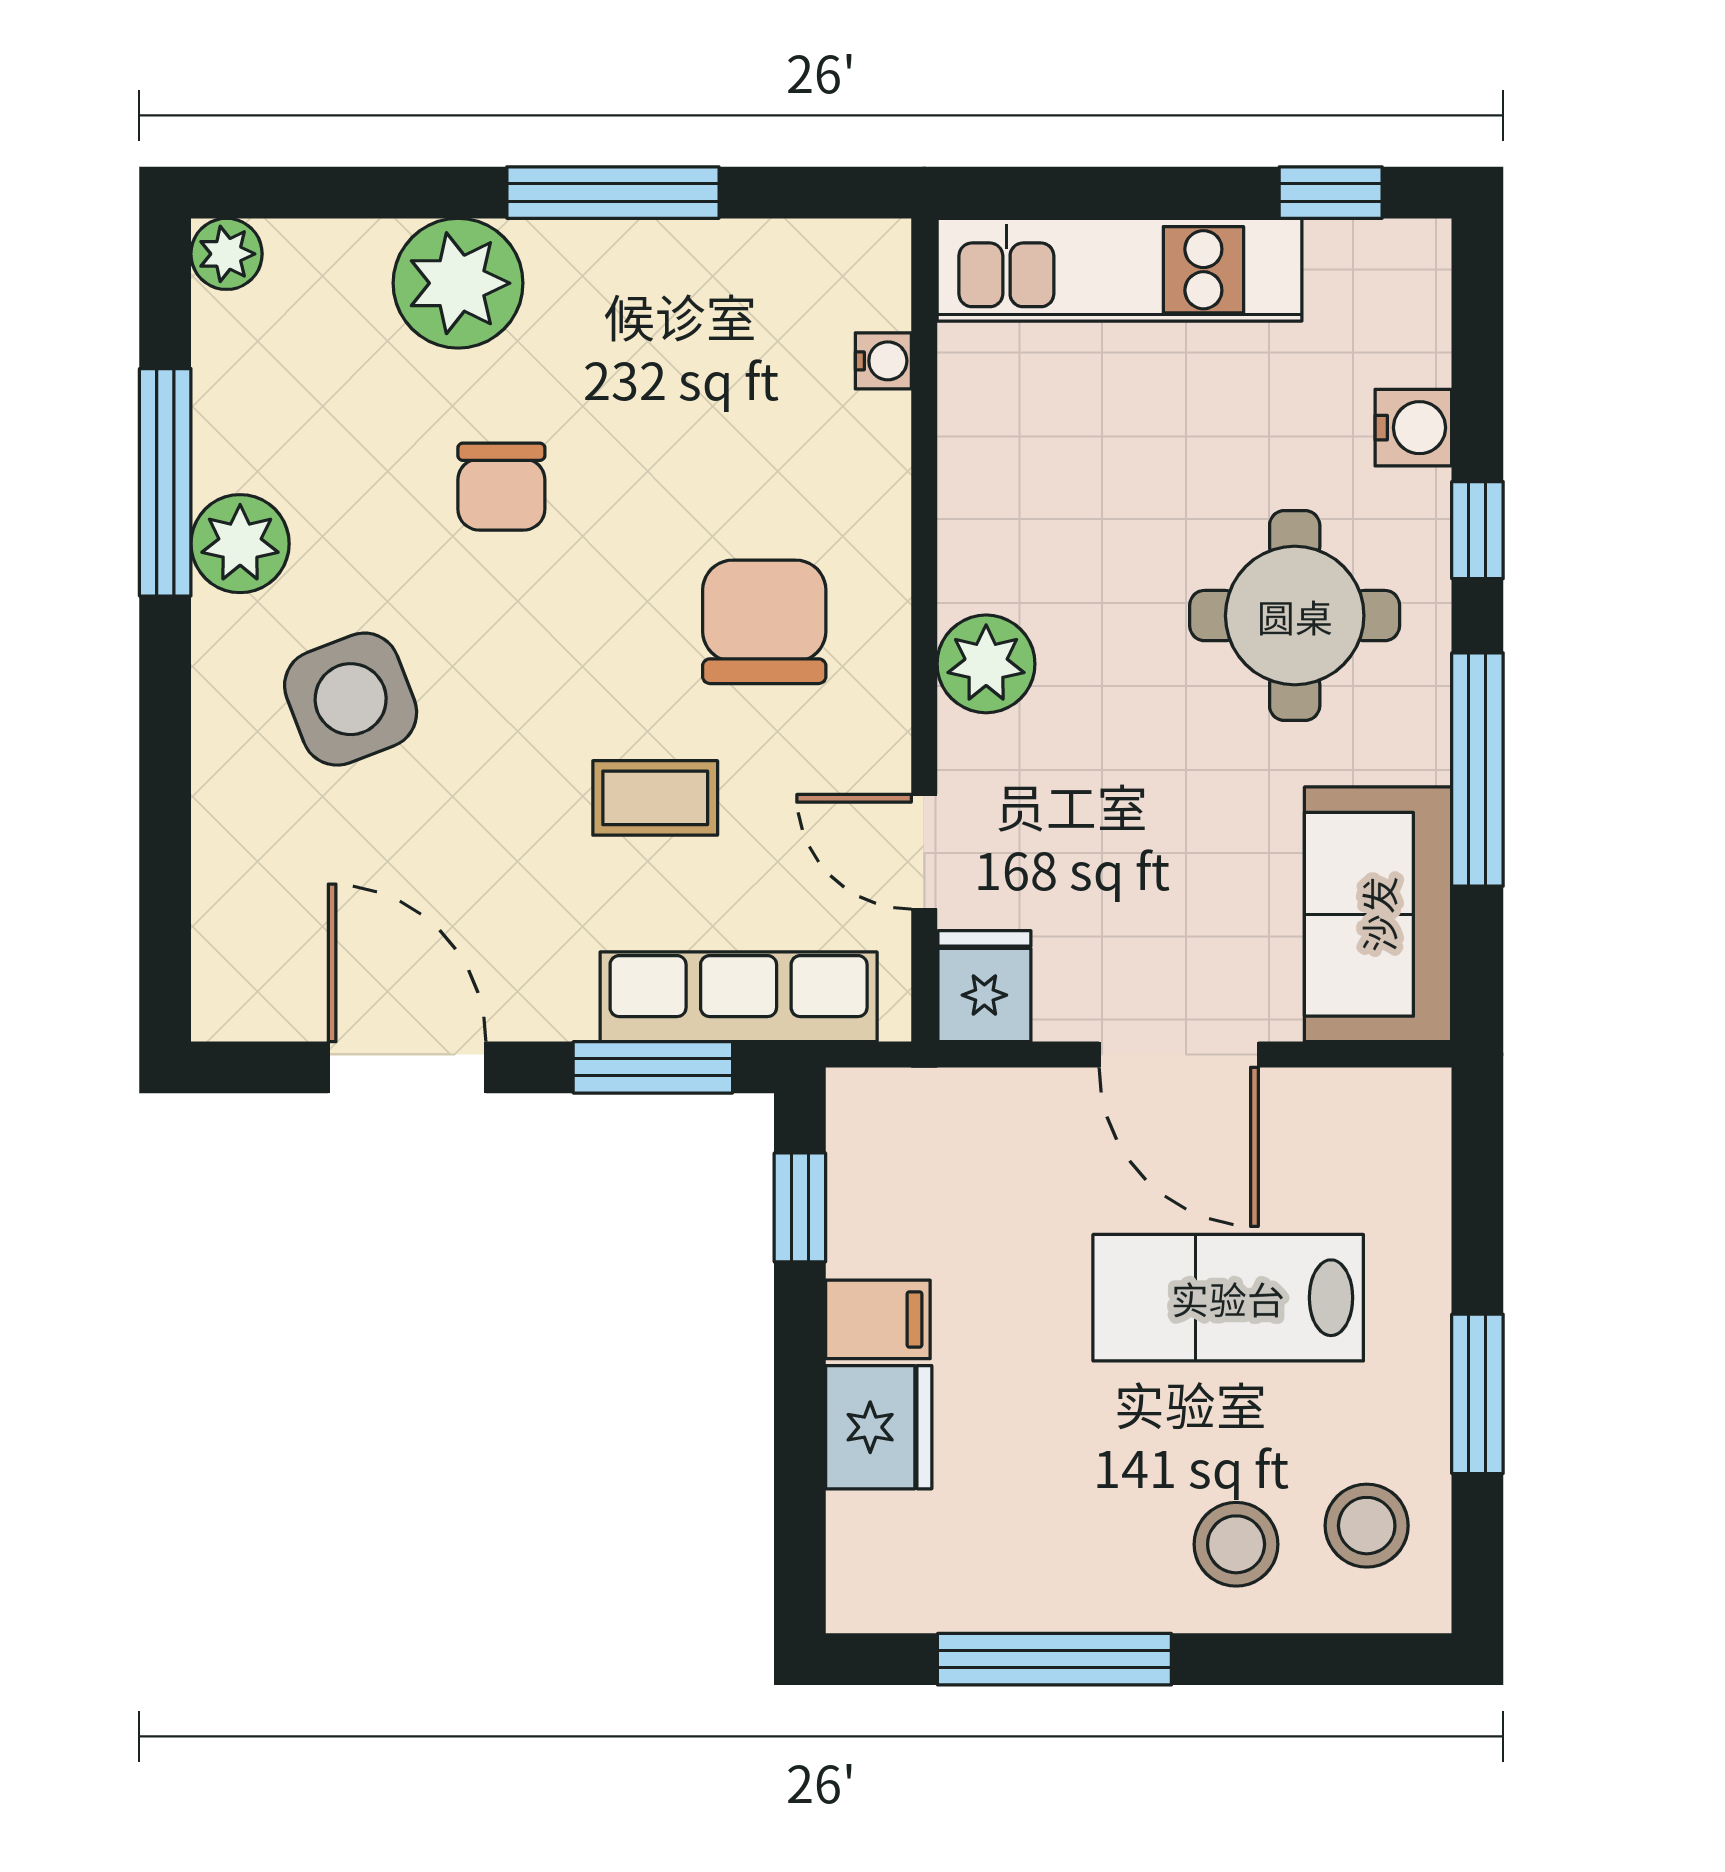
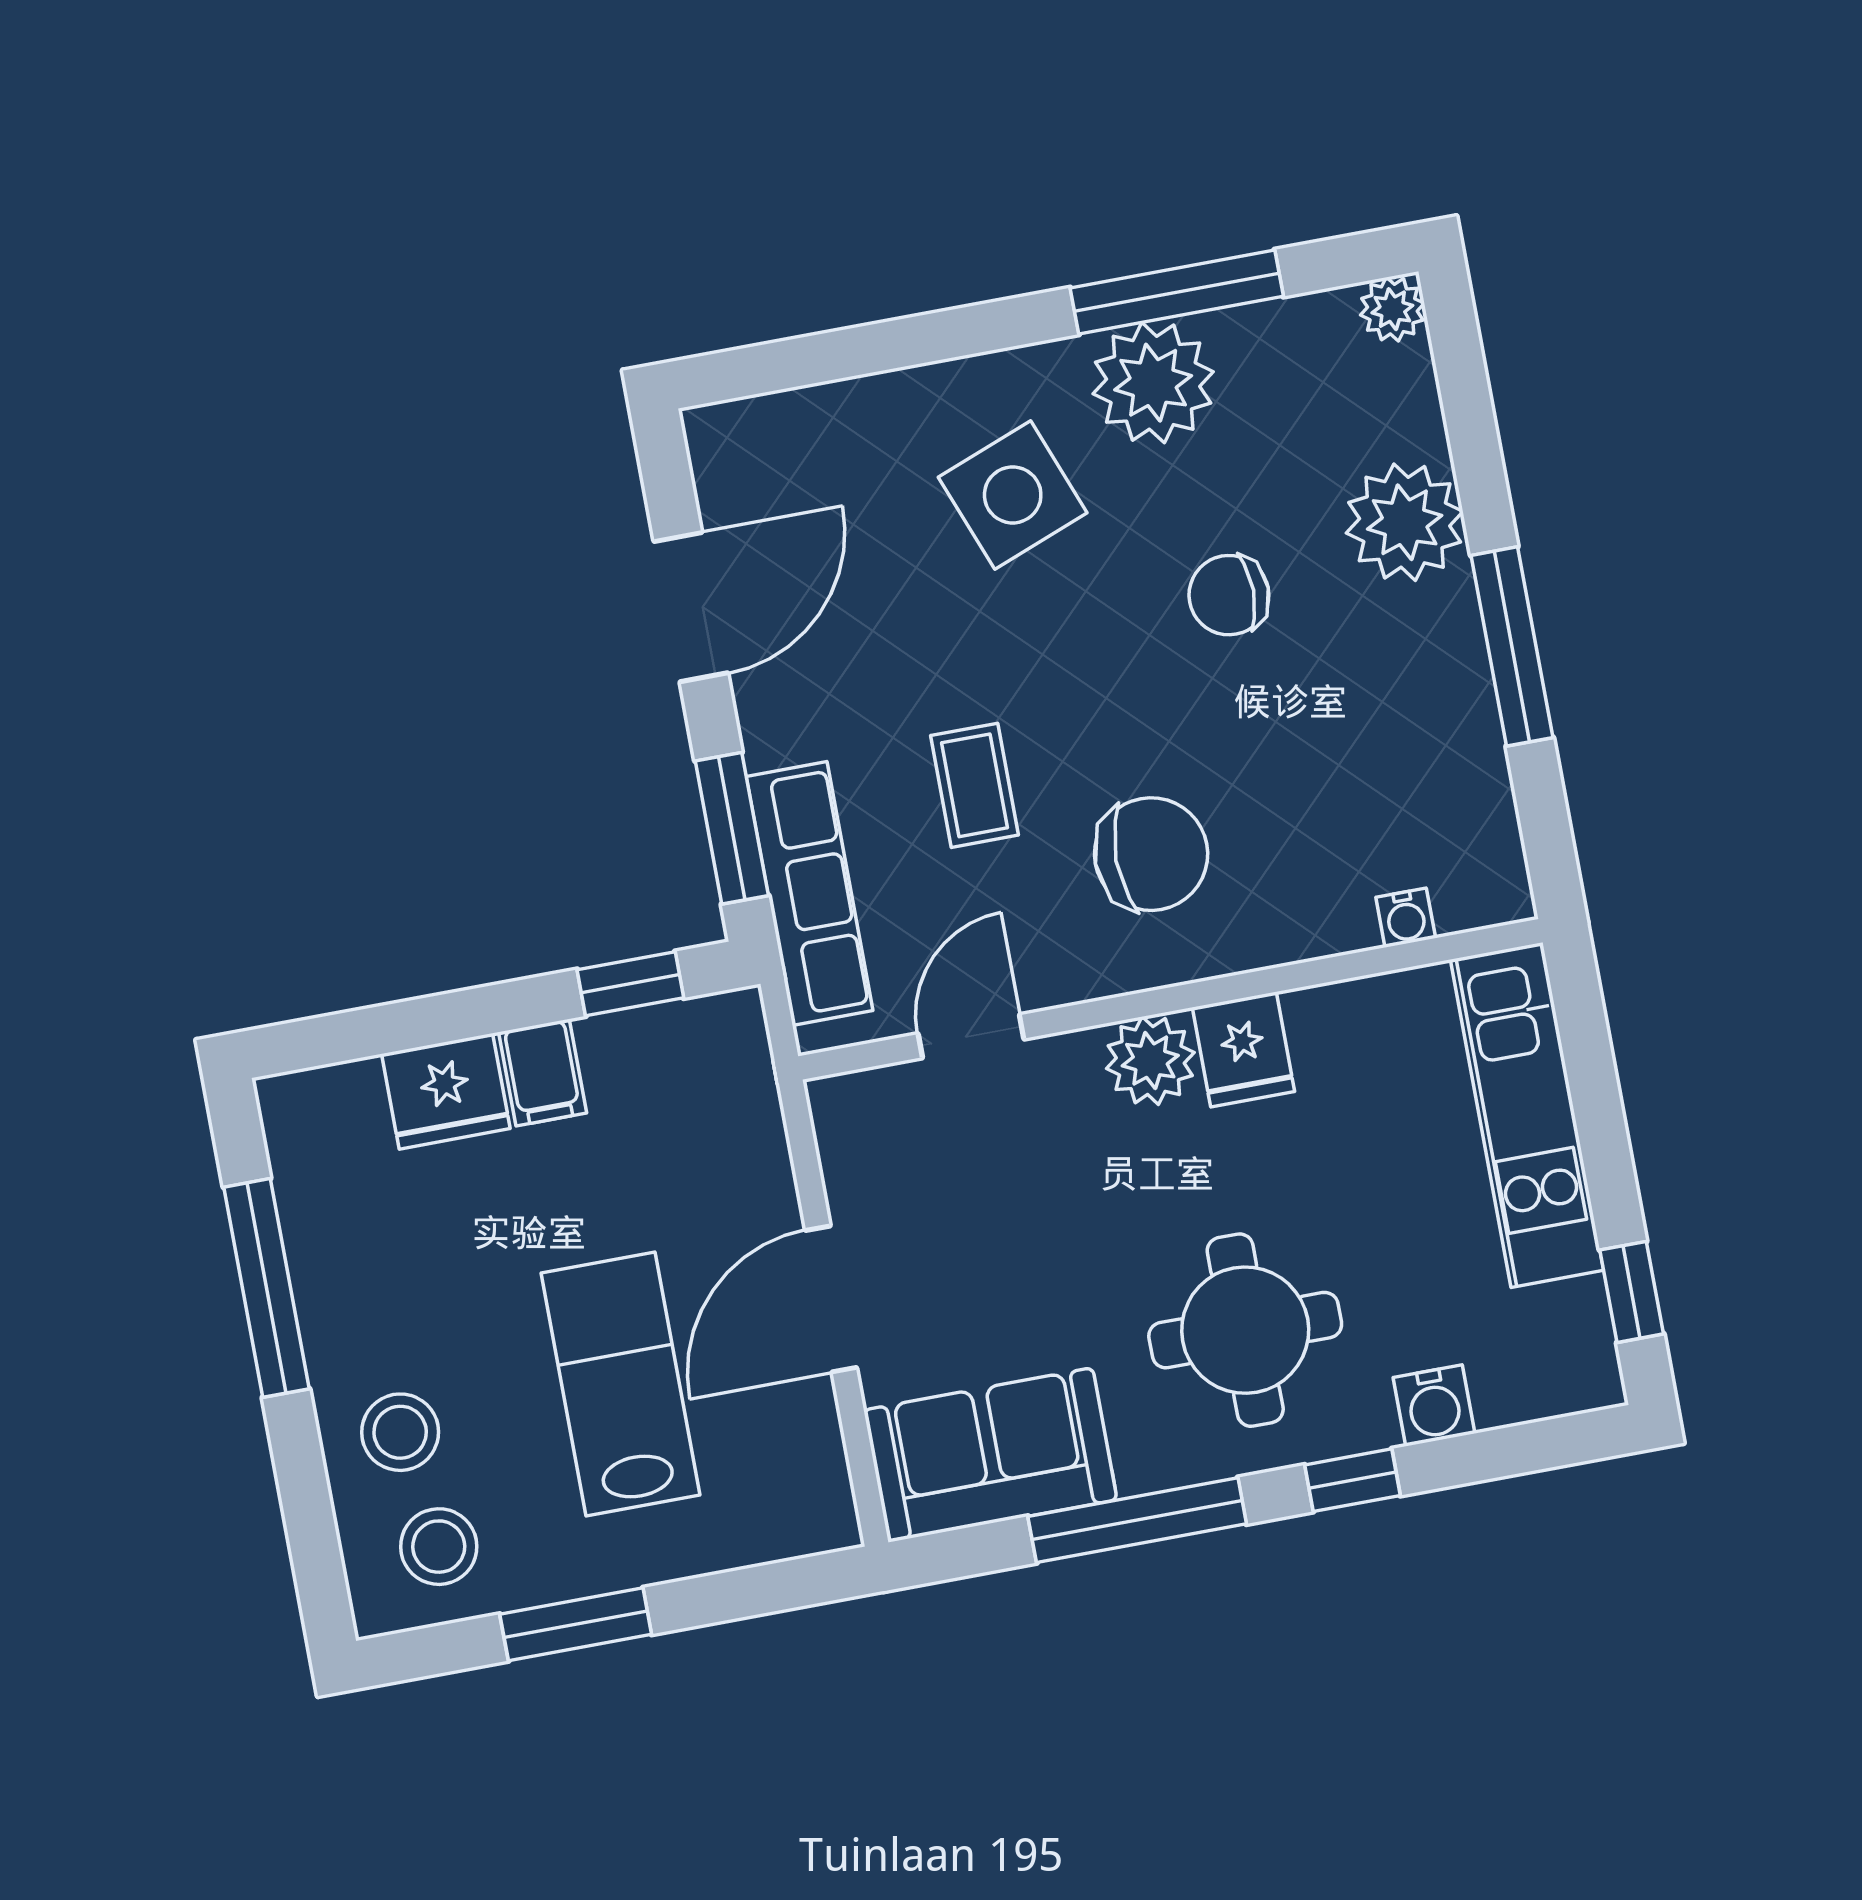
plant: (240, 544) -> (1153, 383), width x1.36, depth x1.36
fridge: (984, 986) -> (1243, 1049), moved, turned 90

